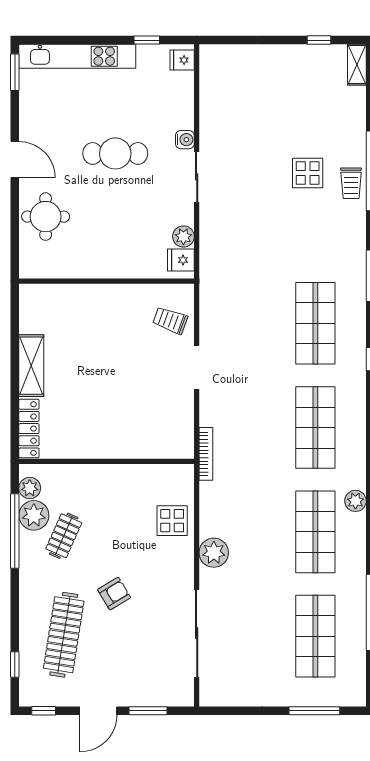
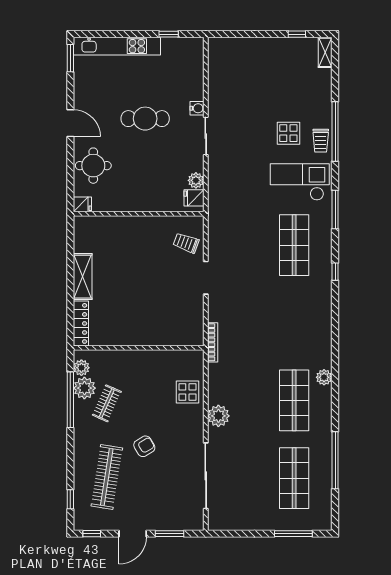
fridge: (182, 60) -> (82, 204), moved, turned 180
checkout: (323, 239) -> (300, 182), added
shop shelf: (315, 428) -> (294, 323), removed

